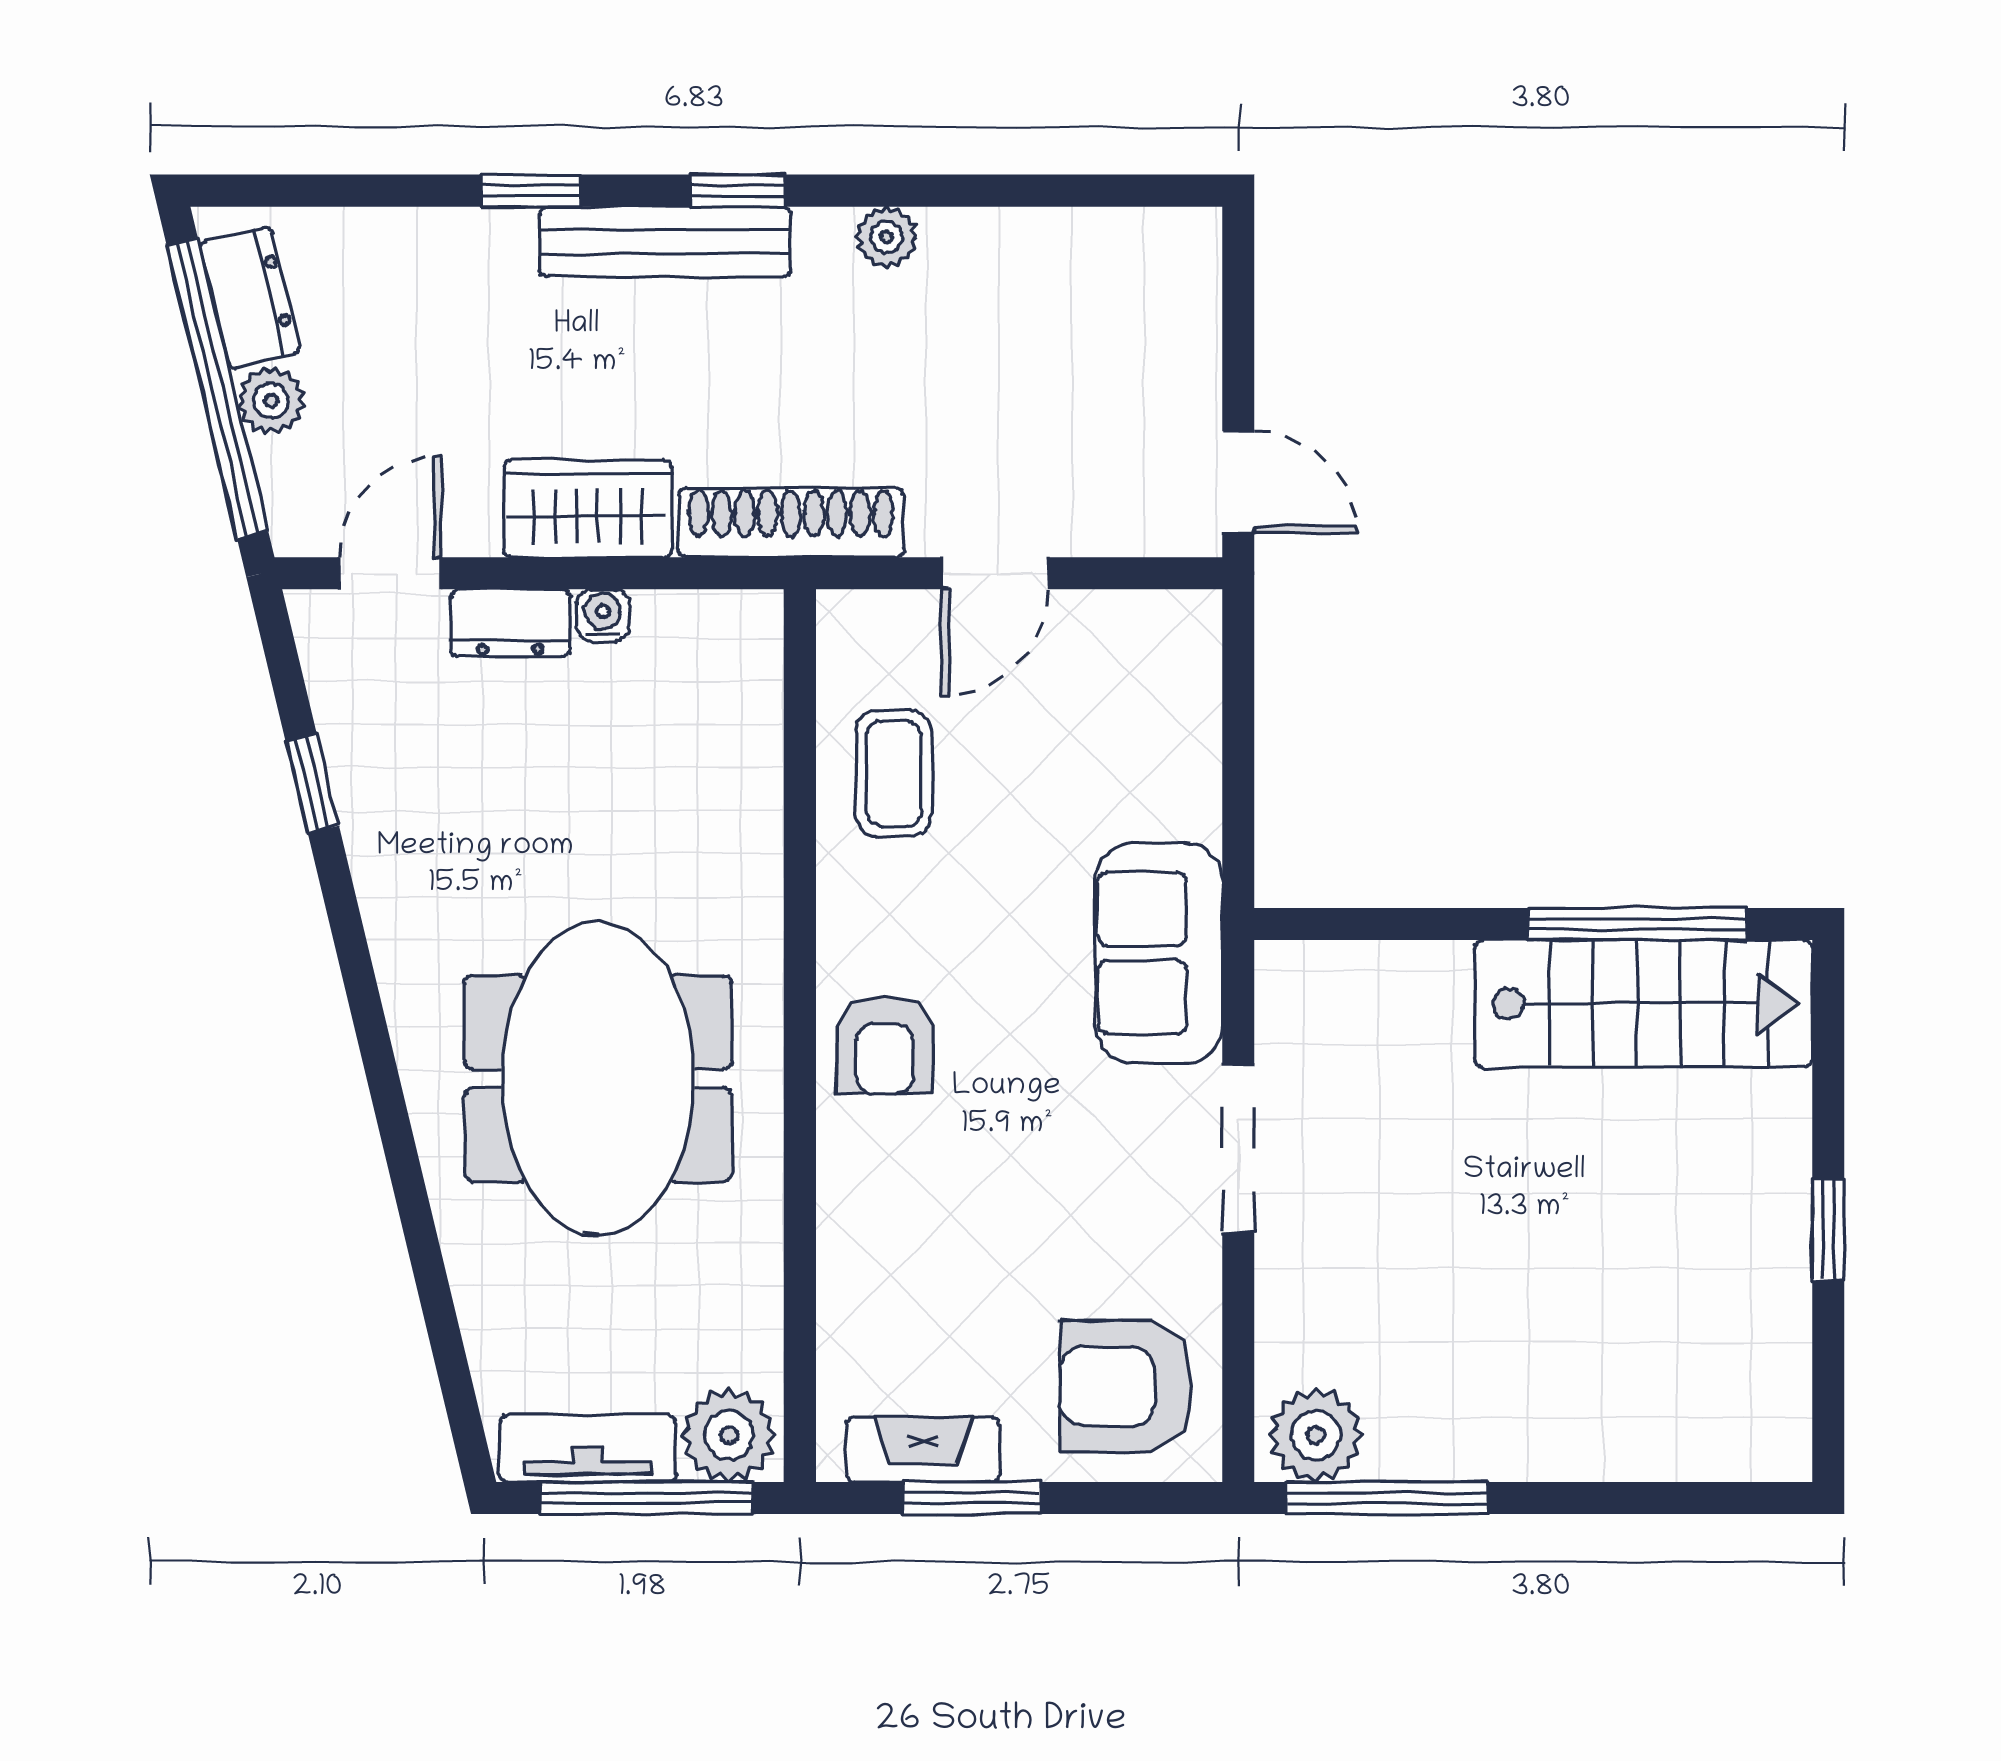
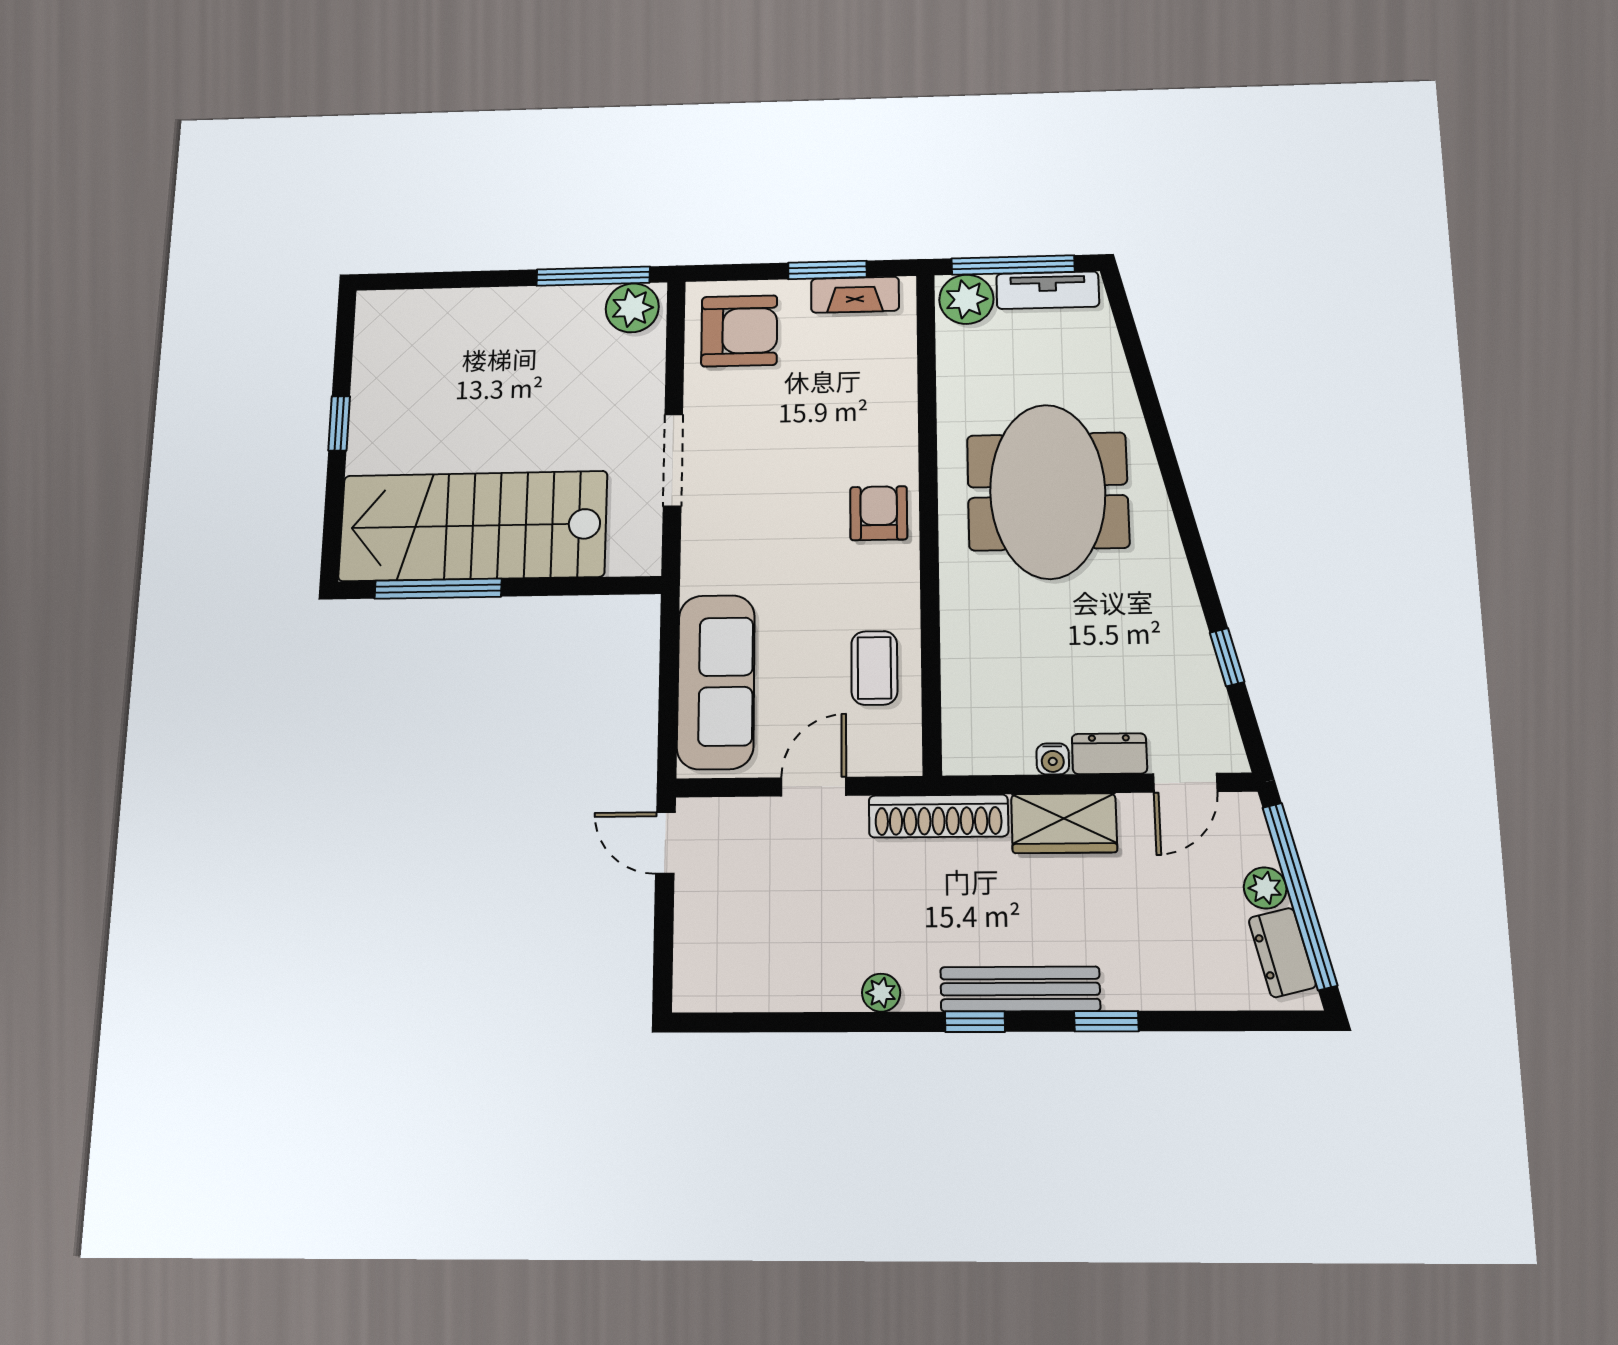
sofa: (1159, 953) -> (716, 682), moved, width x1.36
stairs: (1643, 1004) -> (473, 526), width x1.36, depth x1.51

